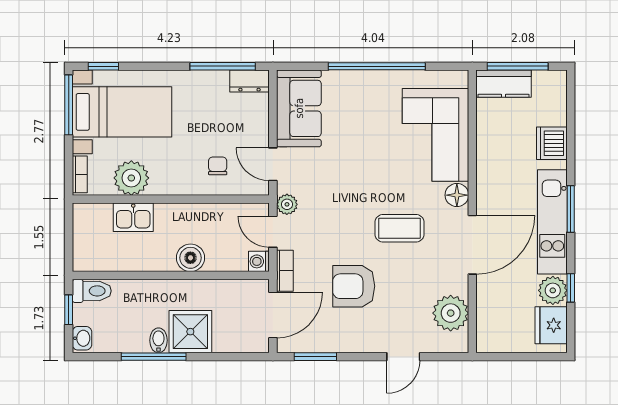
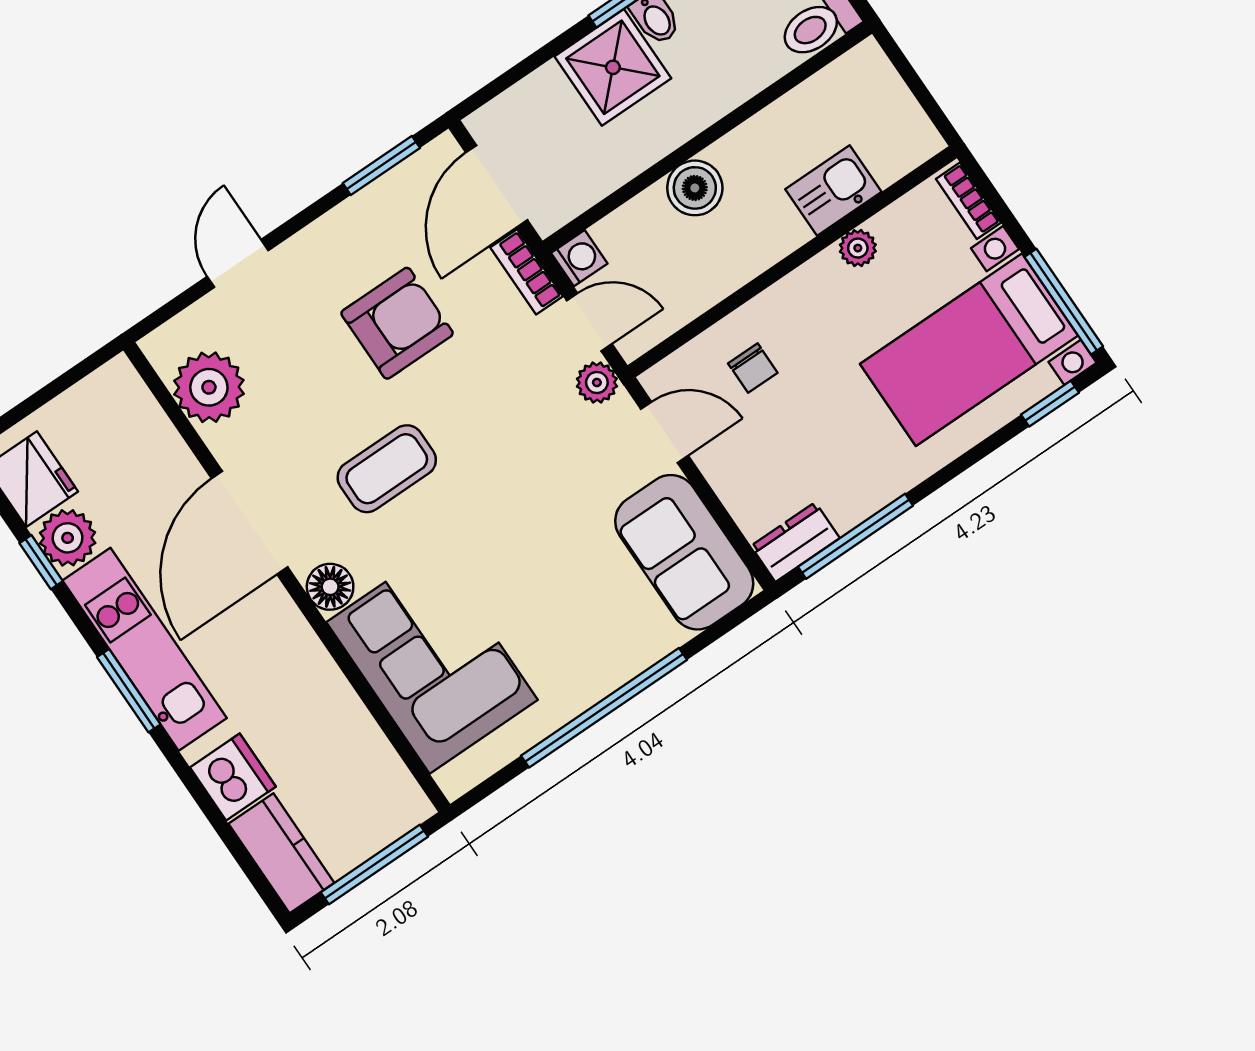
kitchen counter: (503, 84) -> (281, 853), moved, turned 90
plant: (131, 178) -> (858, 248), width x0.53, depth x0.53

